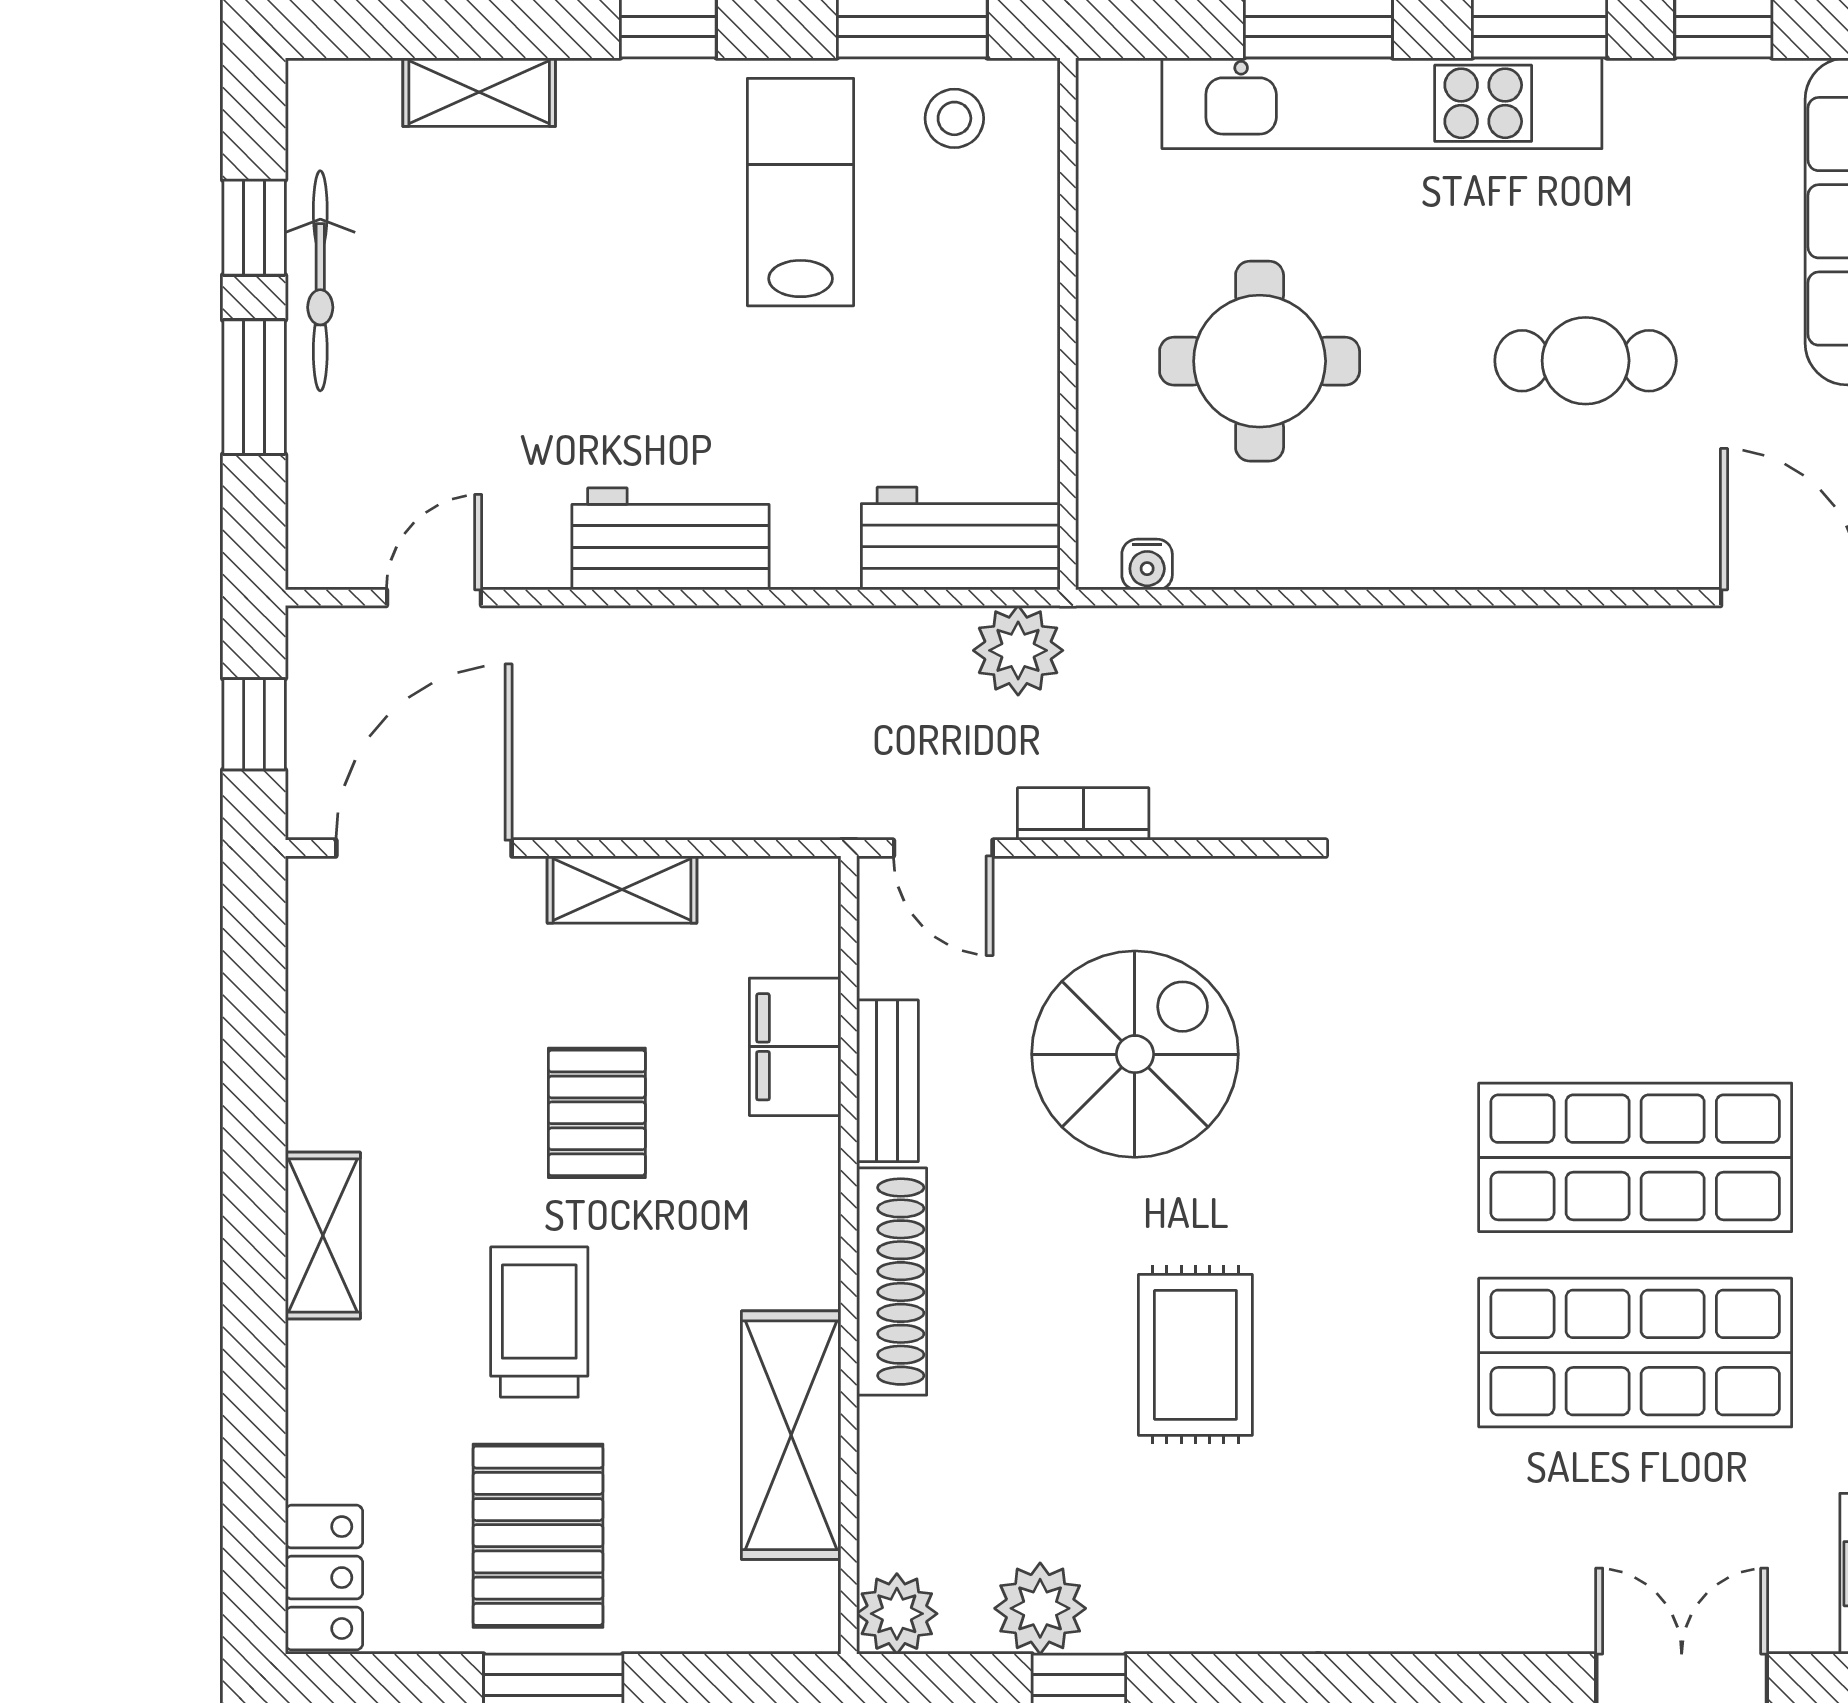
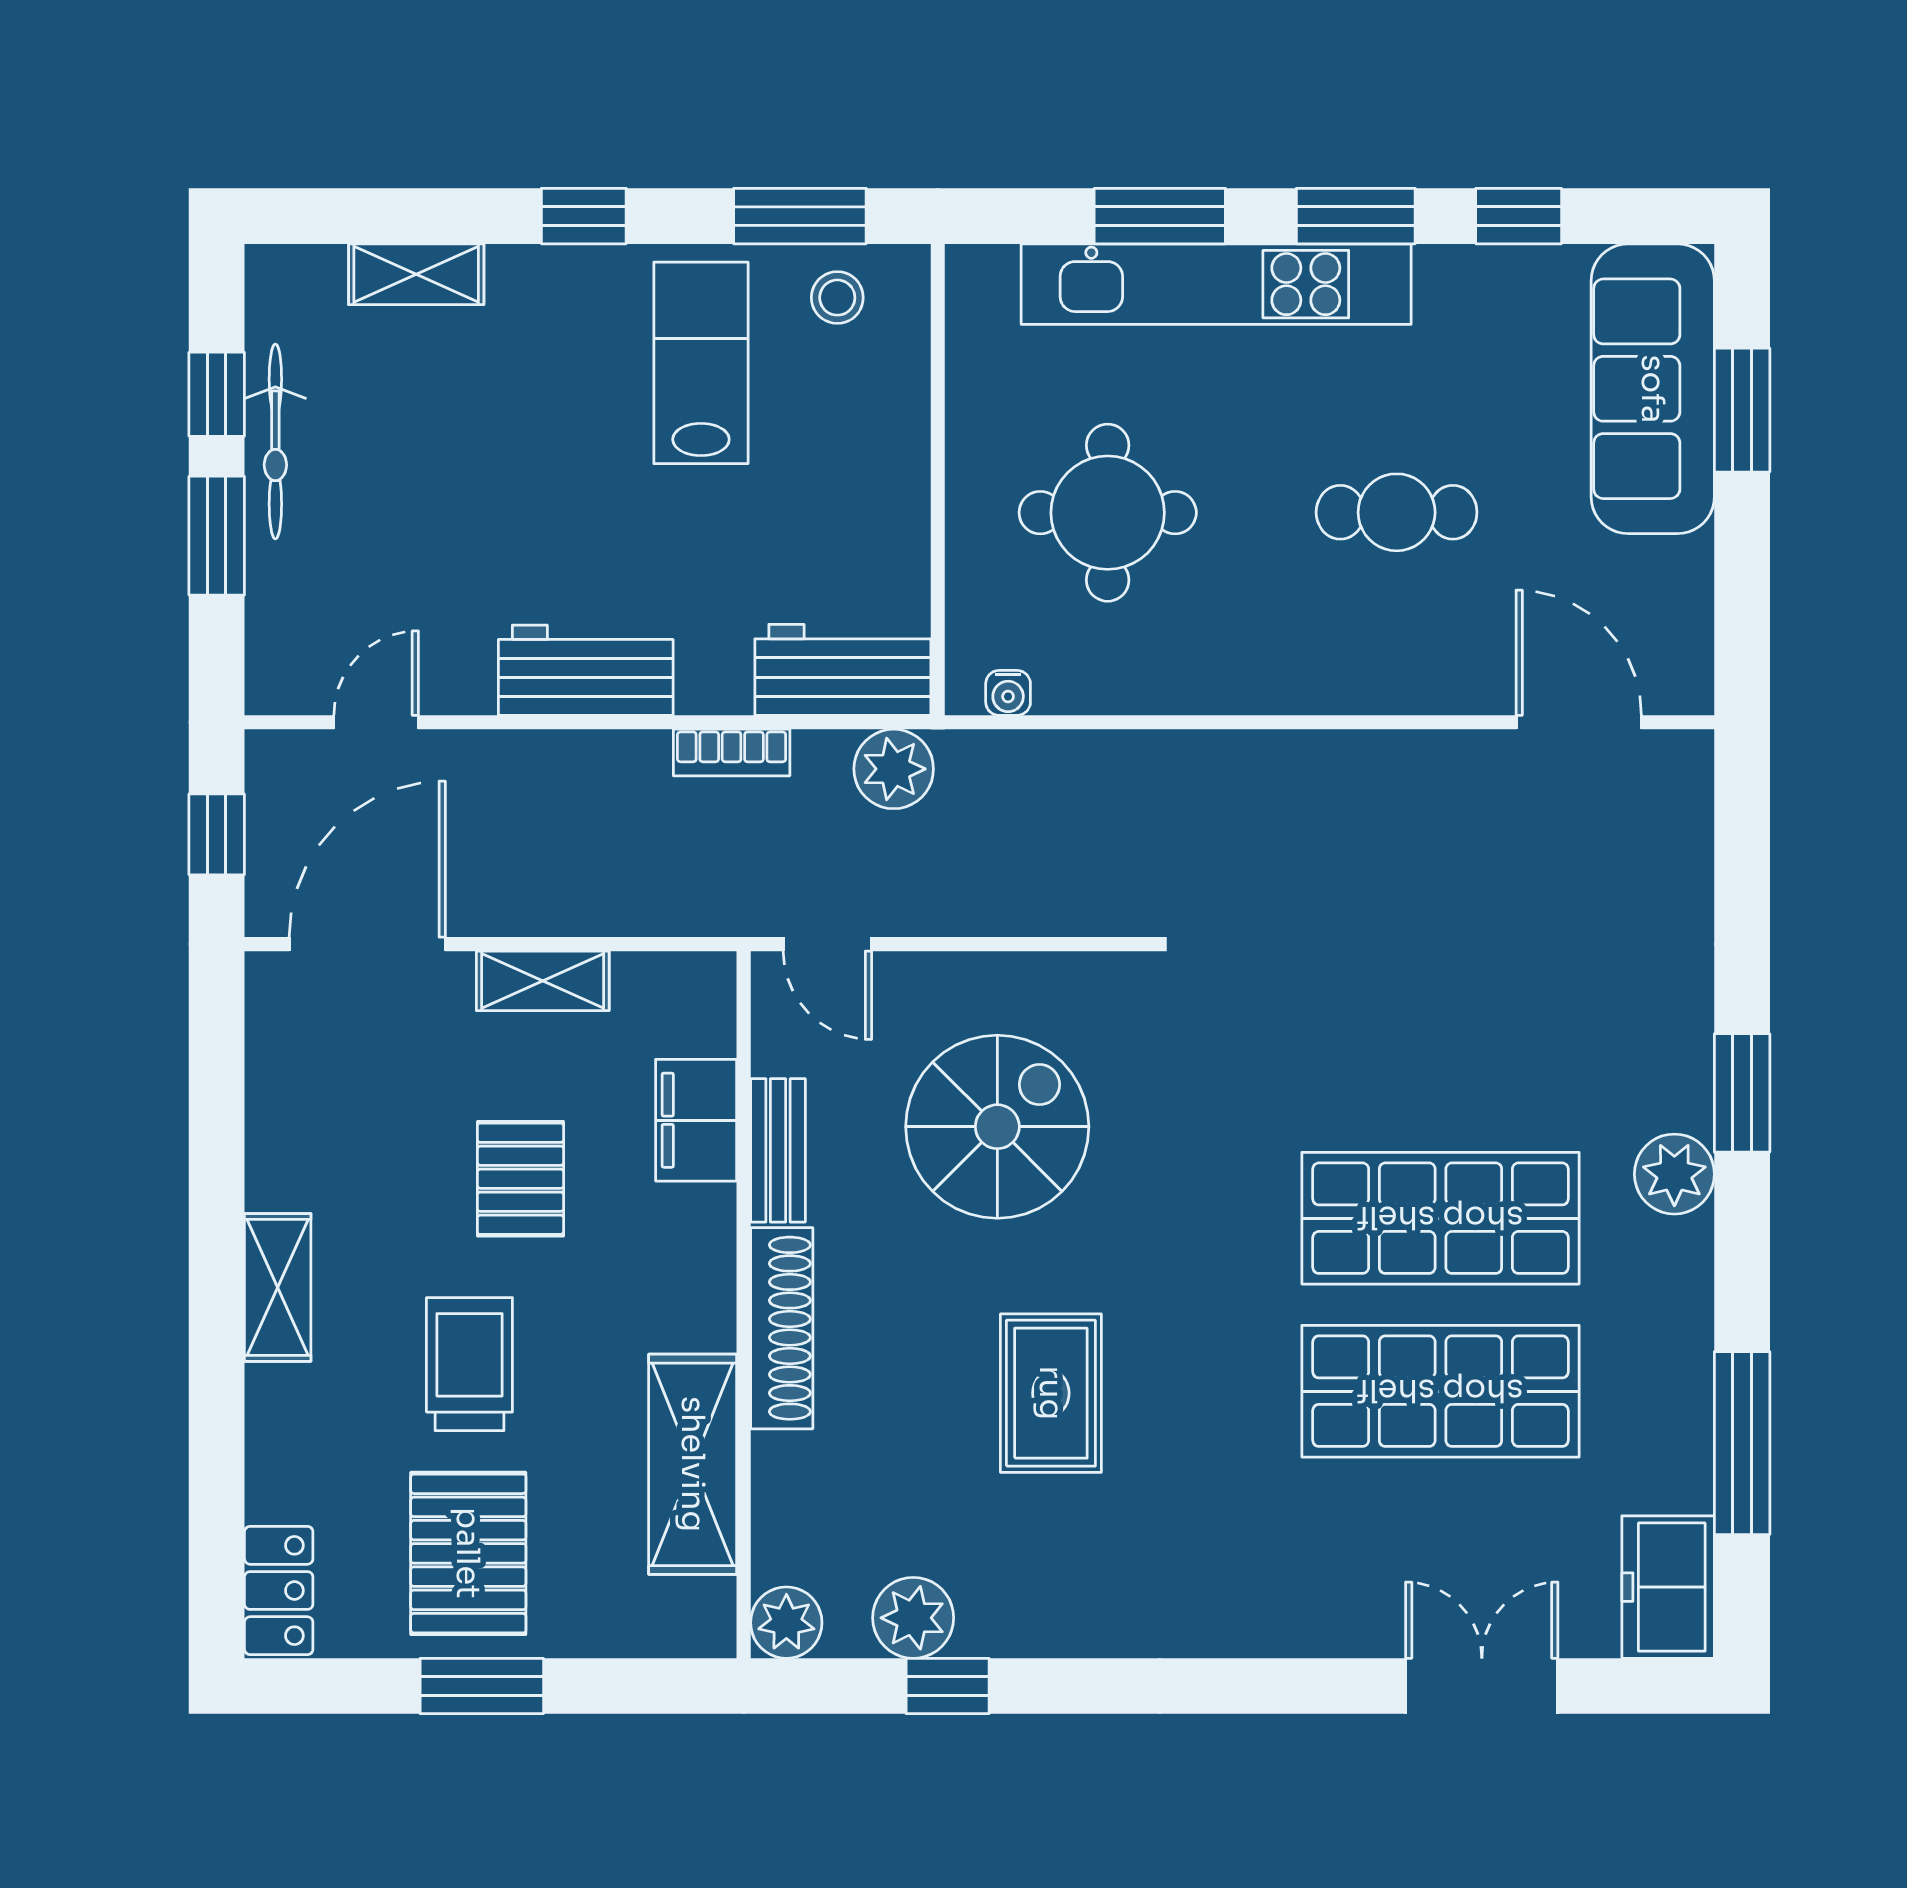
bookcase: (1083, 814) -> (732, 752), moved, turned 180

